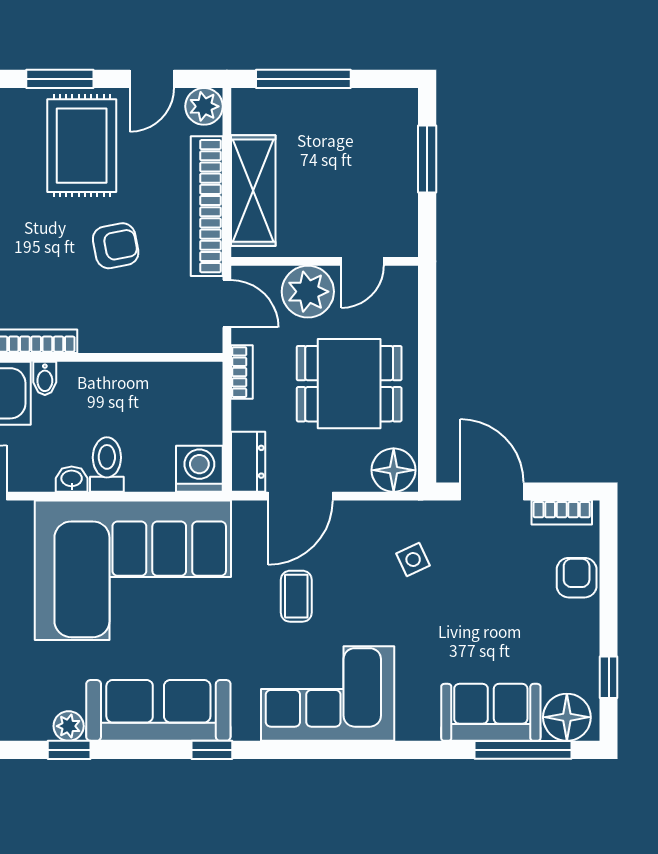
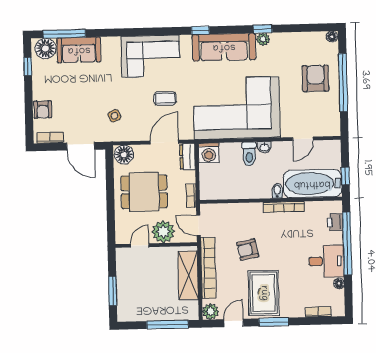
coffee table: (296, 596) -> (165, 98), turned 90

